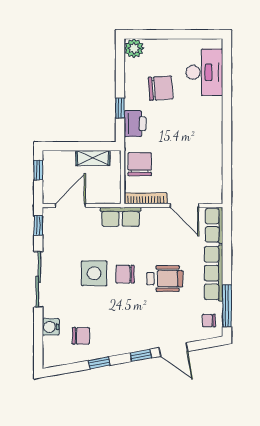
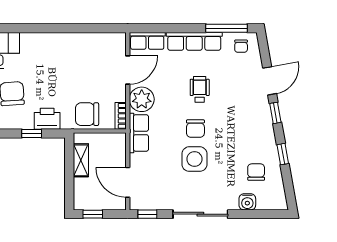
bookcase: (146, 198) -> (121, 116), width x0.64
plant: (155, 220) -> (142, 99), added
wheelchair: (165, 279) -> (200, 89), width x0.73, depth x0.73

